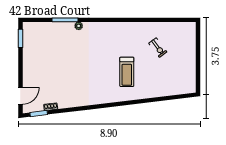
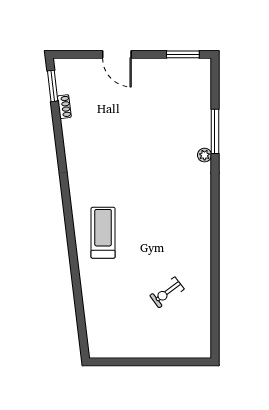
treadmill: (127, 72) -> (103, 233), moved, turned 90
door: (20, 96) -> (117, 54), moved

